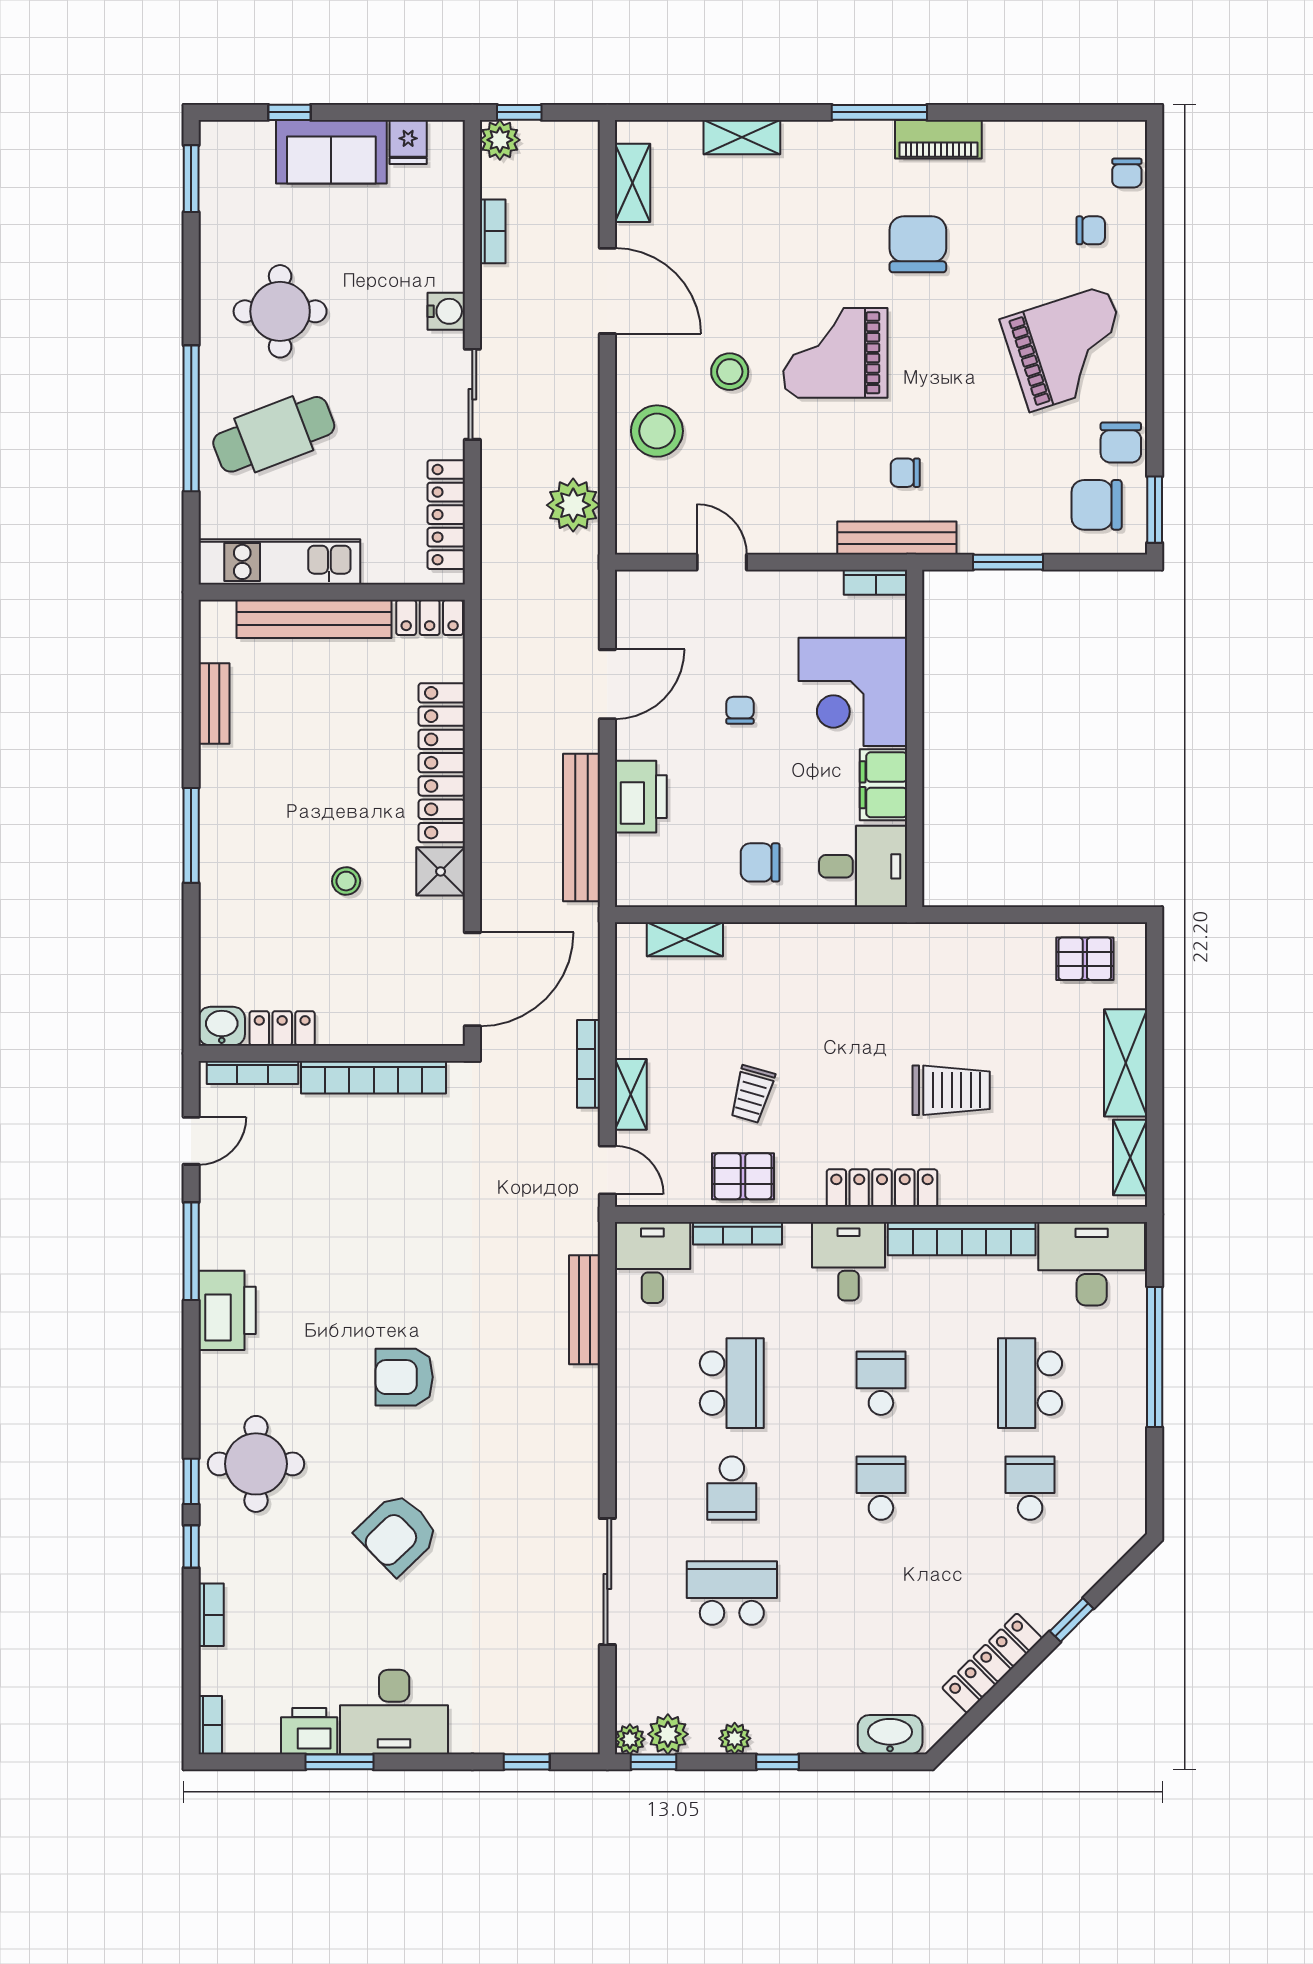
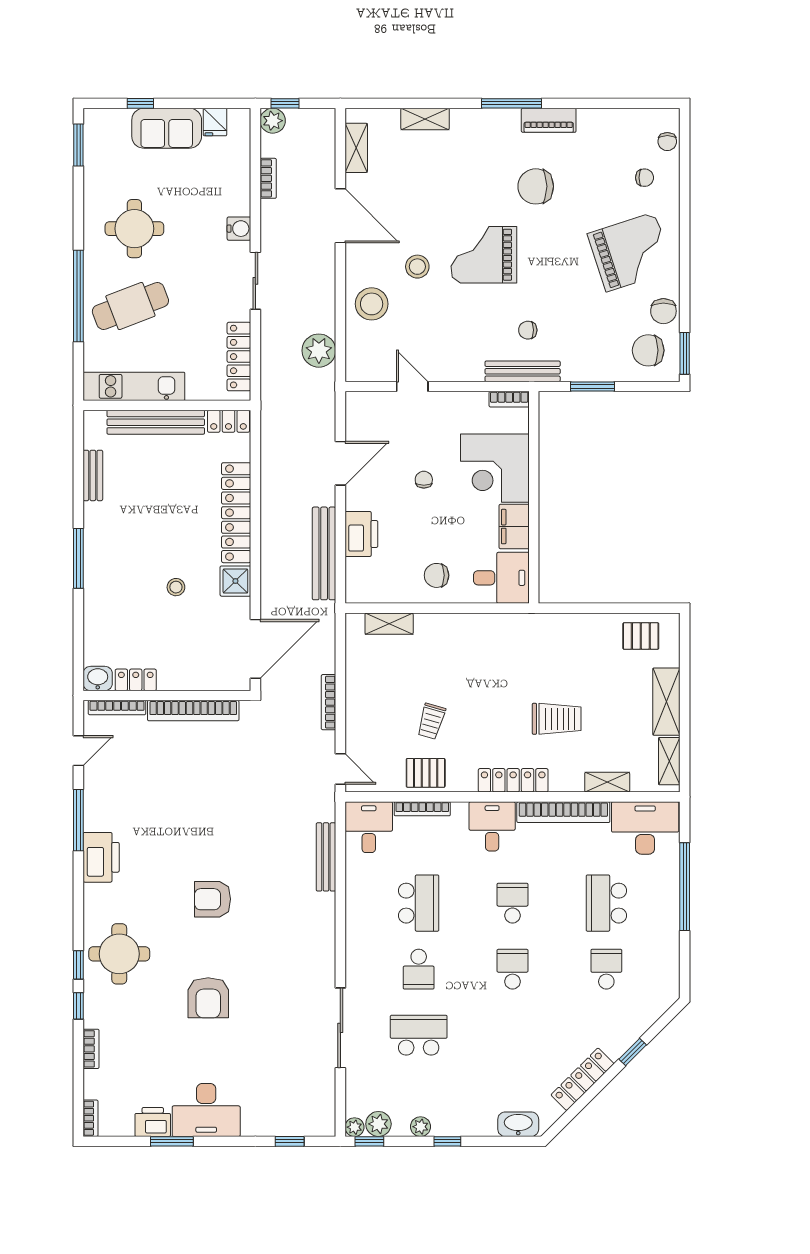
chair: (918, 244) -> (536, 186), turned -90
shelving: (631, 1094) -> (607, 782), moved, turned 90
armchair: (397, 1534) -> (208, 998), turned -46

